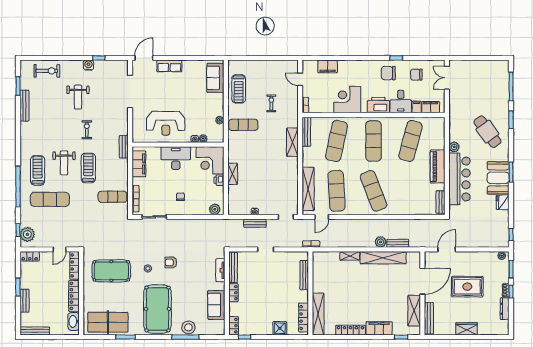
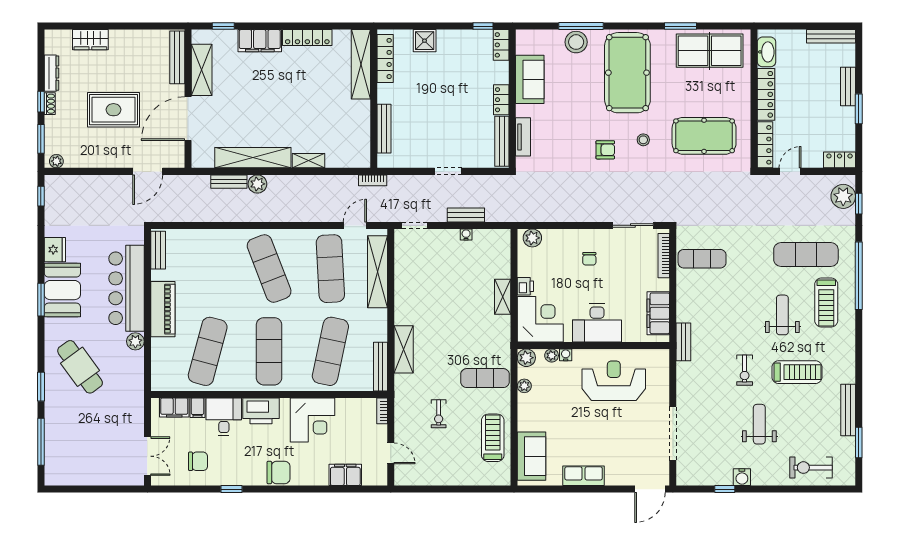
row of seats: (169, 66) -> (584, 476), moved
chair: (388, 73) -> (278, 472), moved
plant: (218, 137) -> (526, 358), added
treadmill: (88, 168) -> (797, 372), moved, turned -90
wardrobe: (467, 329) -> (90, 40), moved

